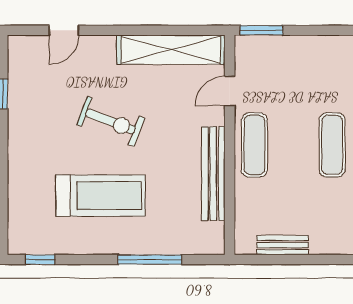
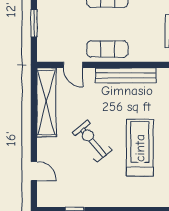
window: (262, 30) -> (34, 23), moved
exercise bike: (111, 121) -> (92, 141), turned -60

